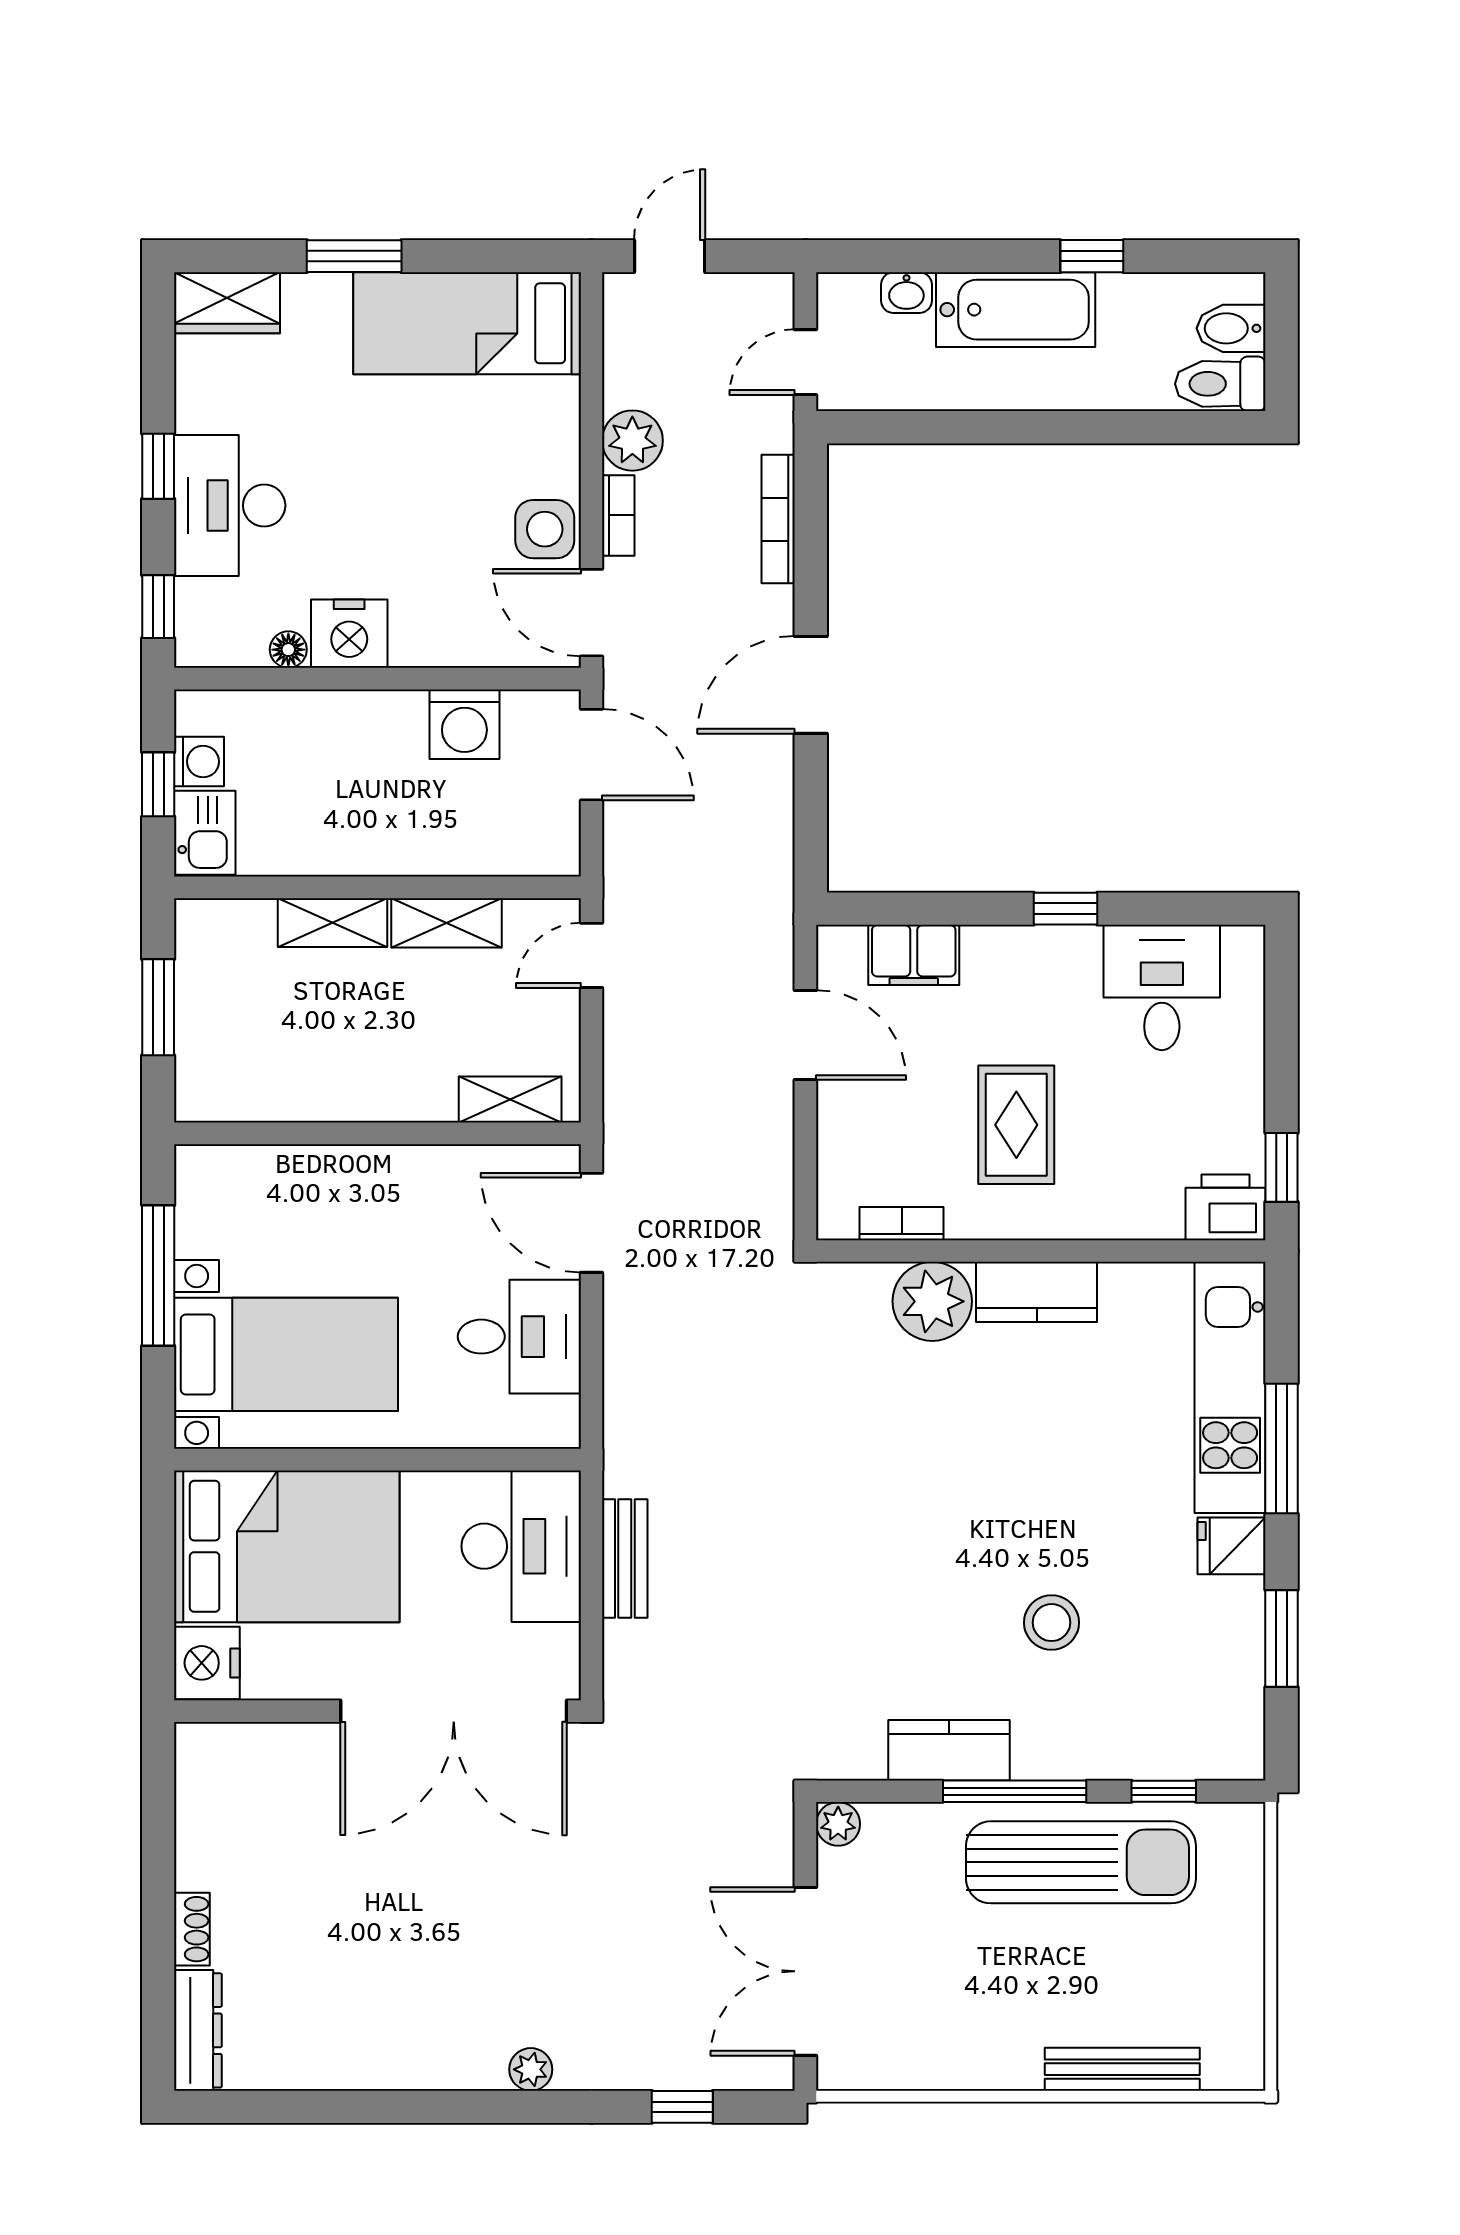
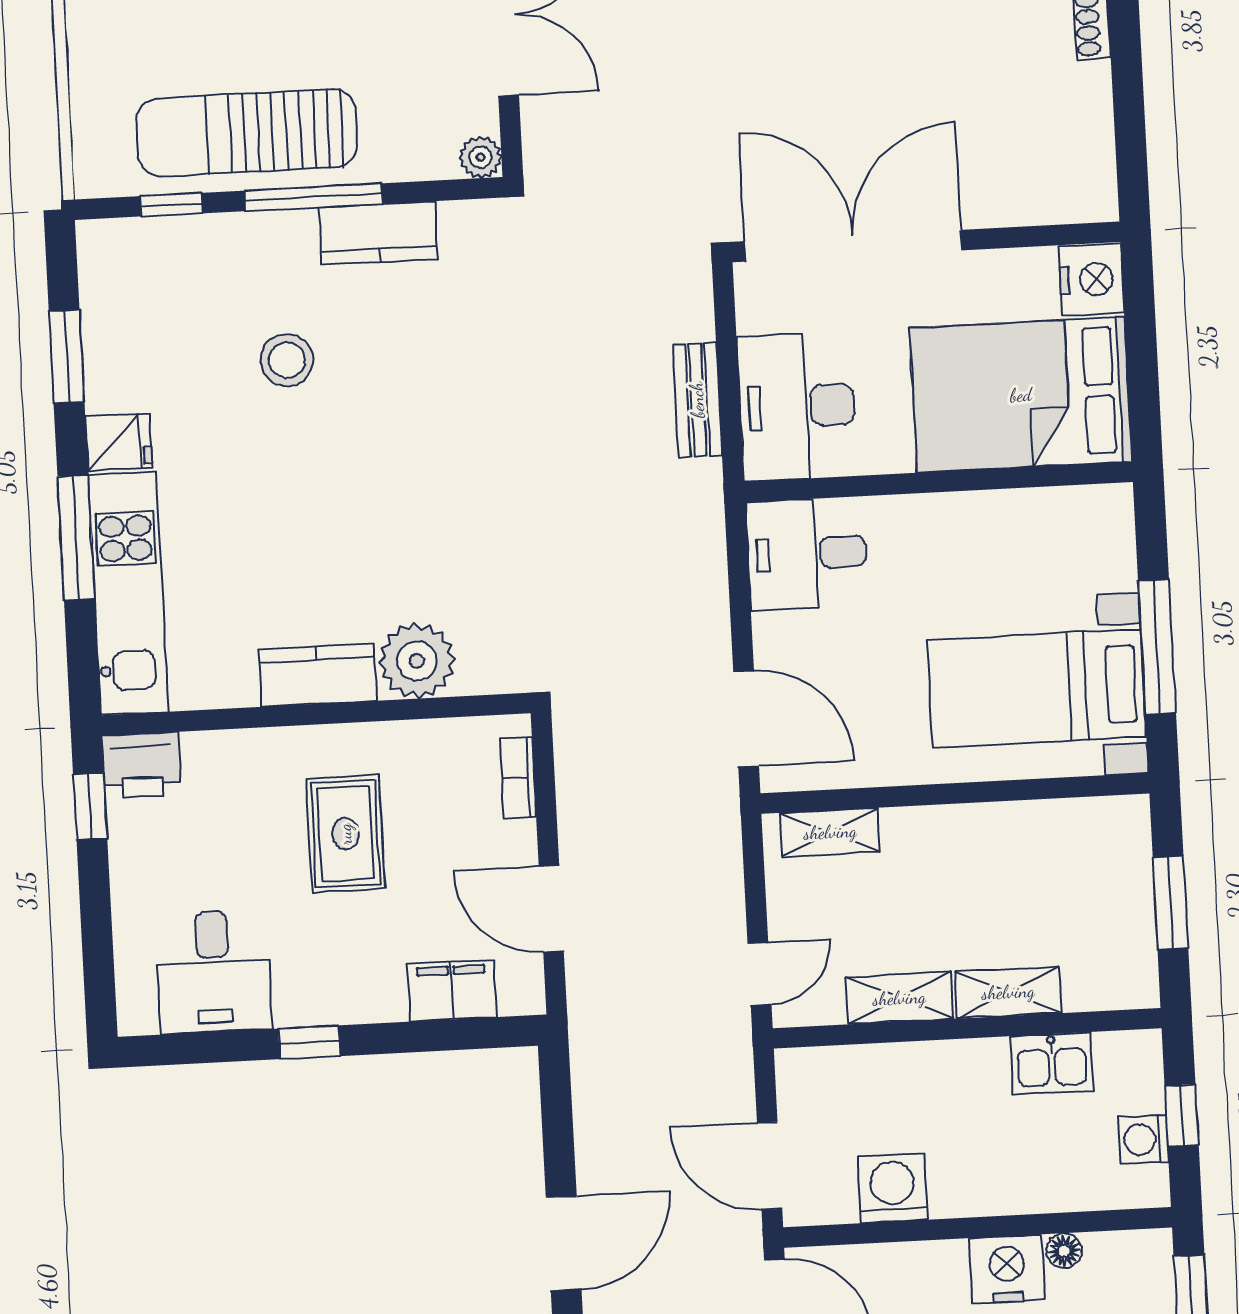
kitchen sink: (205, 833) -> (1052, 1063), moved, turned -90
bookcase: (902, 1224) -> (518, 778), moved, turned 90
desk: (519, 1337) -> (806, 554), moved
bed with nightstands: (286, 1354) -> (1037, 688), moved

